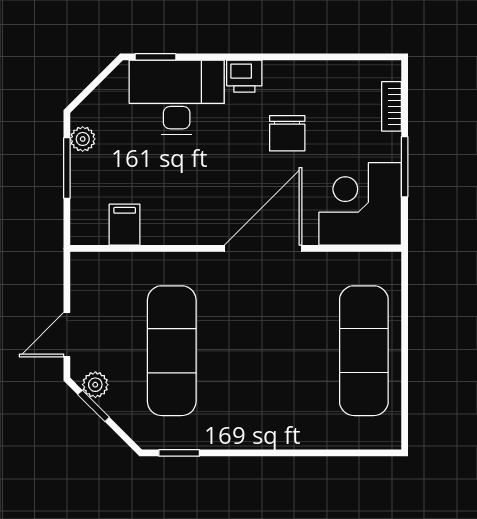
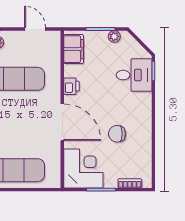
printer: (244, 76) -> (71, 86), moved, turned 180
desk: (177, 97) -> (134, 75), width x0.73
filing cabinet: (125, 225) -> (74, 49), width x2.00
door: (67, 335) -> (35, 29), moved

